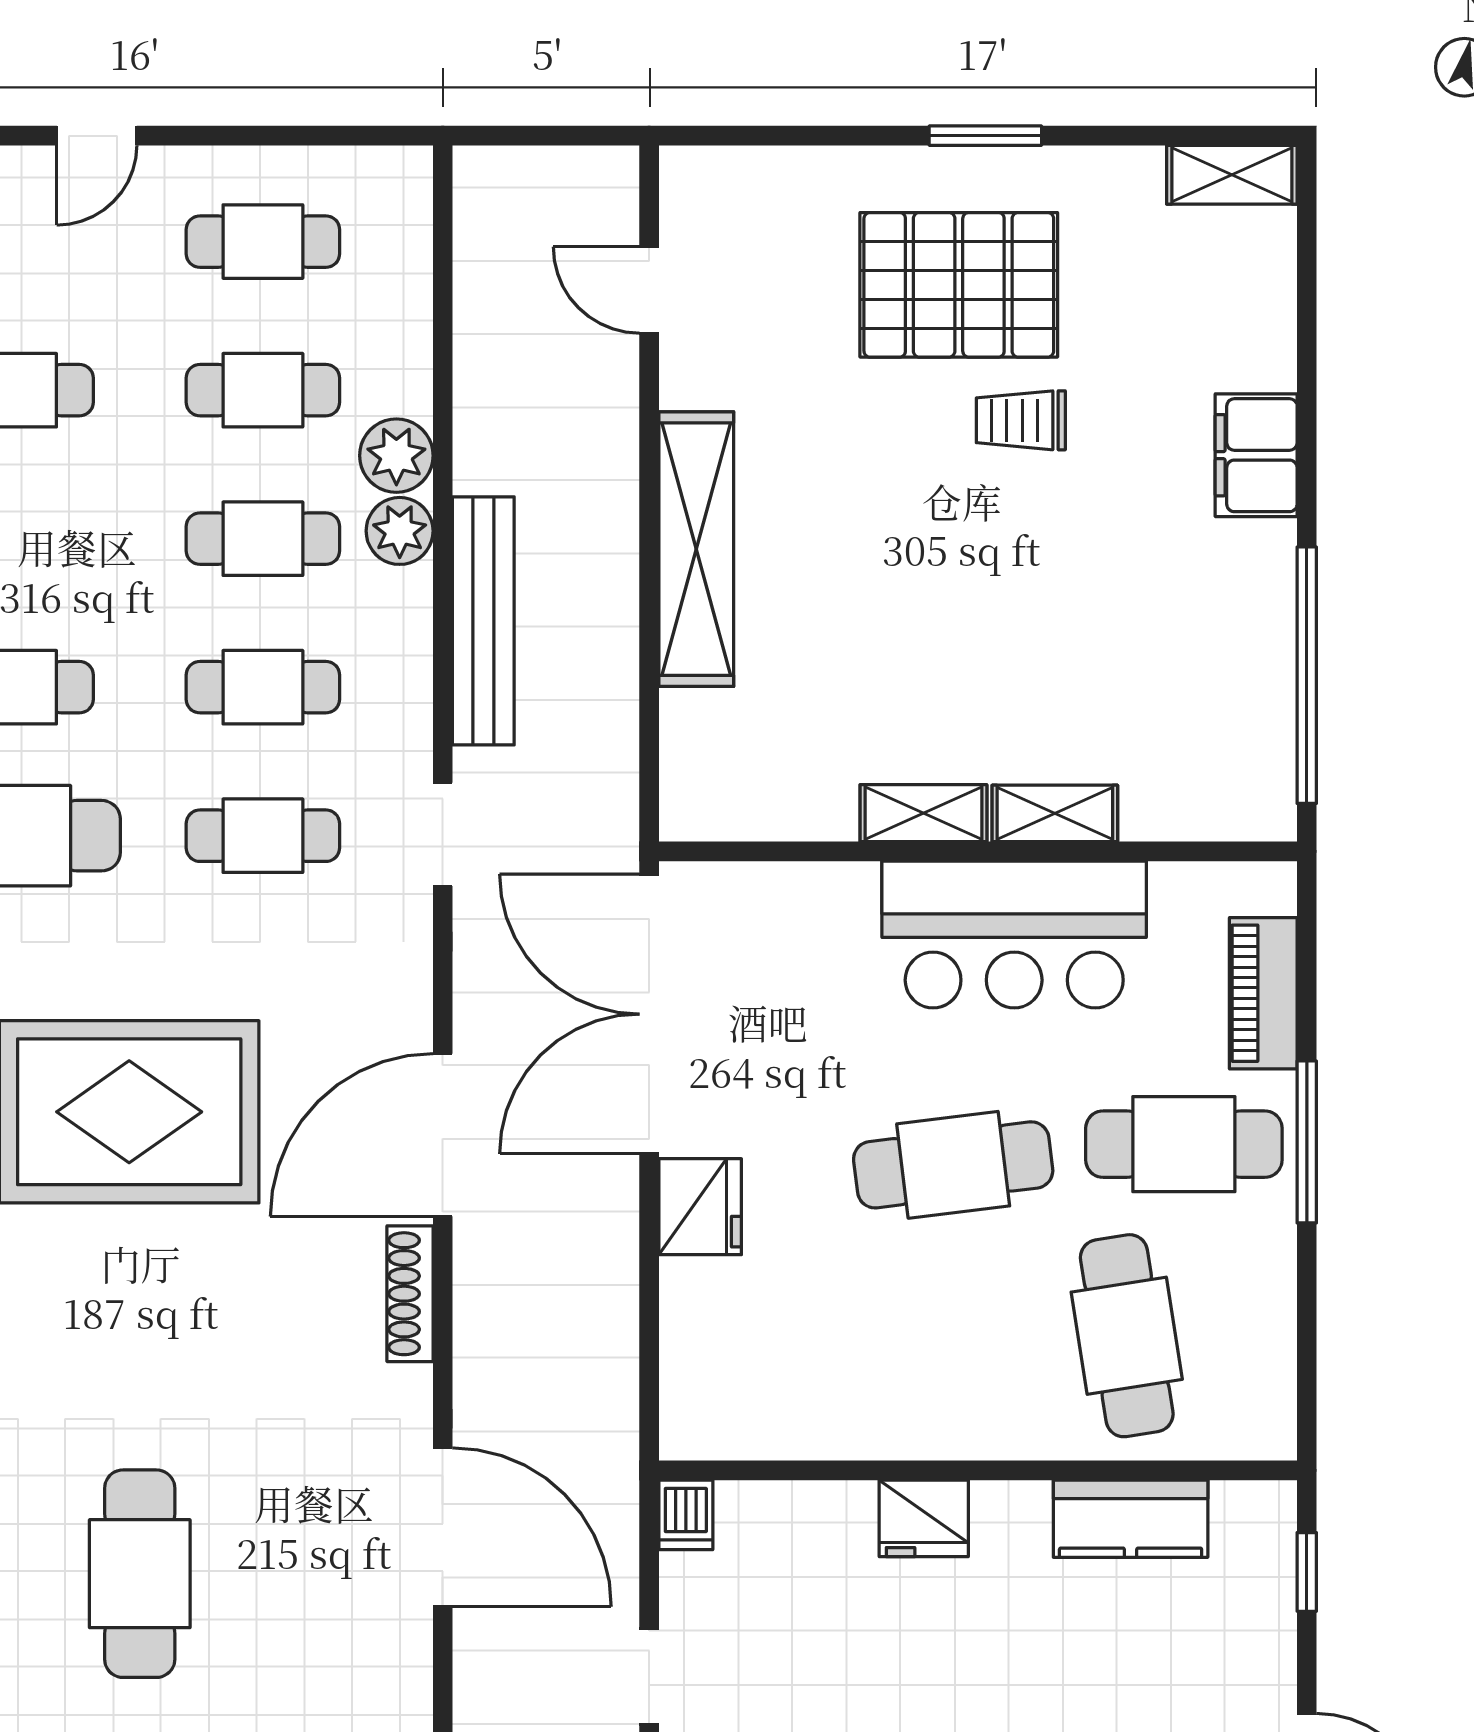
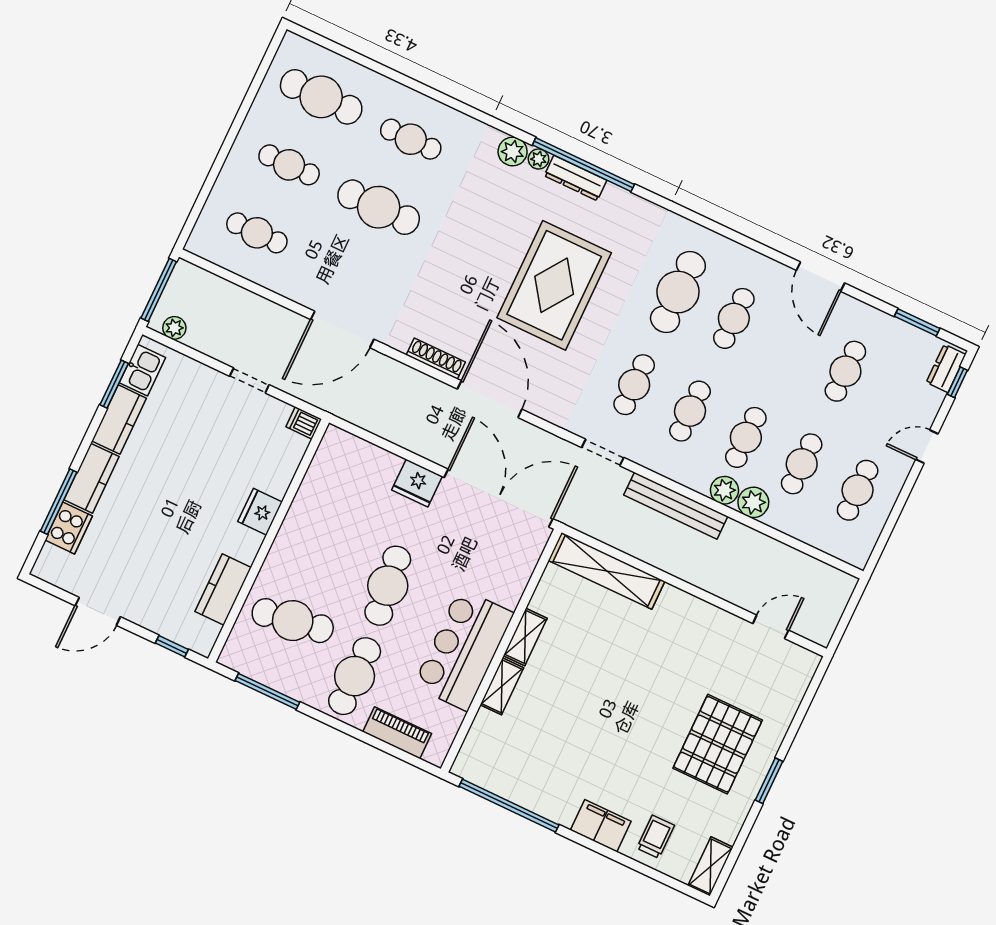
door: (97, 136) -> (927, 447), hinge flipped
trolley: (1021, 420) -> (656, 837), moved
shelving: (696, 549) -> (607, 571), moved
window: (1307, 1142) -> (267, 691), moved

